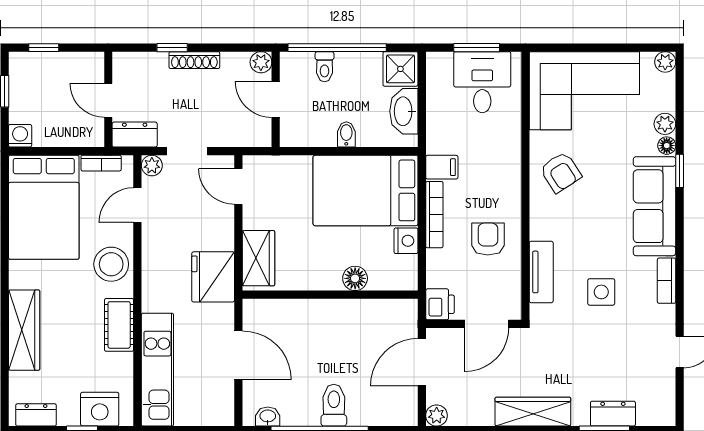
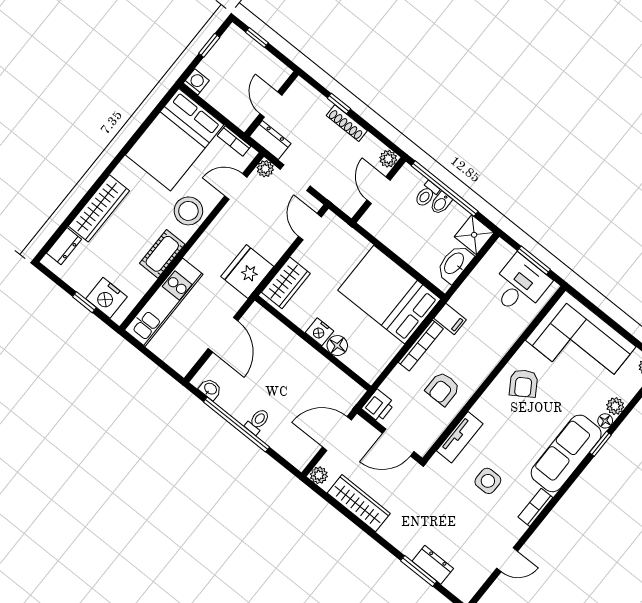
bidet: (346, 134) -> (441, 203), moved, turned 180
armchair: (488, 239) -> (443, 389), turned 180
nightstand: (406, 241) -> (320, 332), moved, turned 90
toilet: (334, 405) -> (258, 421), width x0.73, depth x0.72
wardrobe: (533, 412) -> (359, 503), moved
dresser: (36, 415) -> (64, 246), moved, turned 90

